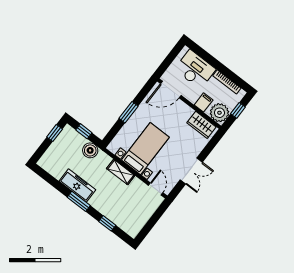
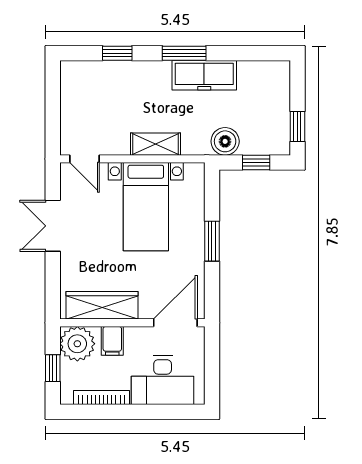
wardrobe: (201, 125) -> (102, 305), width x1.50

